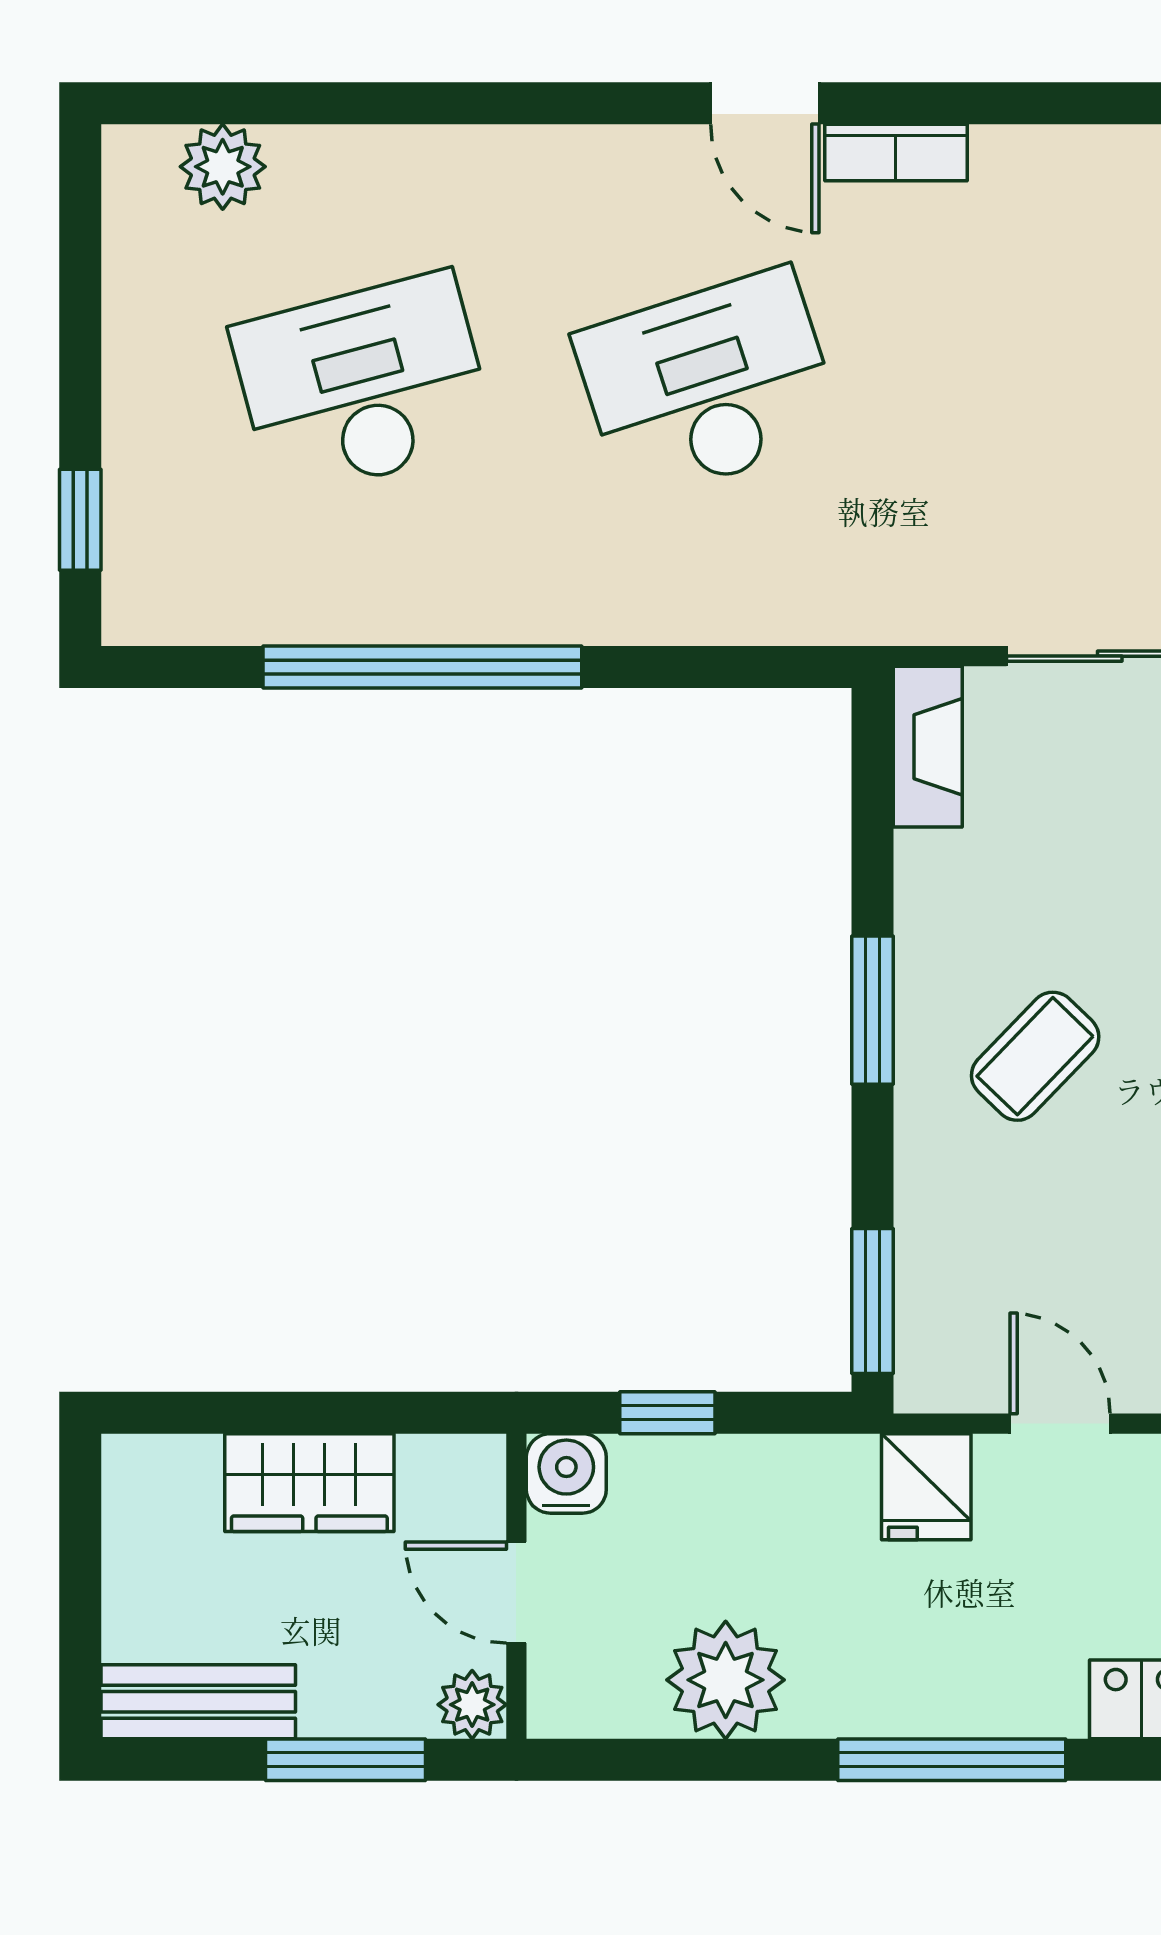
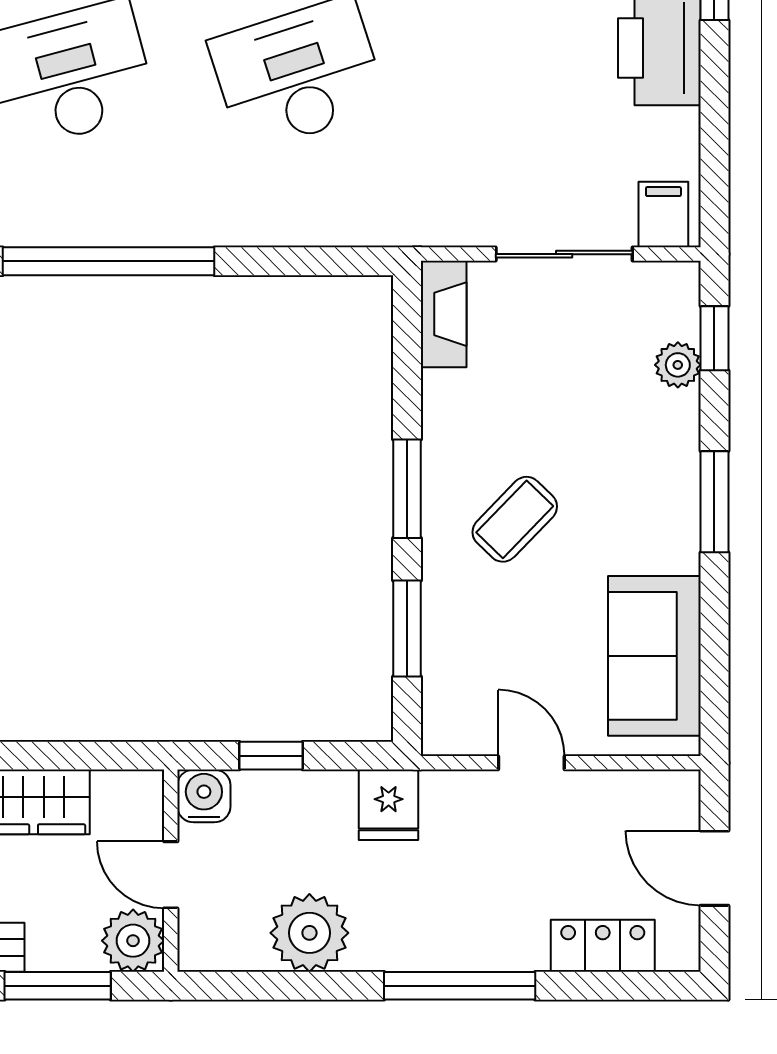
window: (873, 1301) -> (407, 629), moved
fridge: (926, 1487) -> (389, 805), moved
plant: (472, 1705) -> (133, 941), width x1.38, depth x1.38

